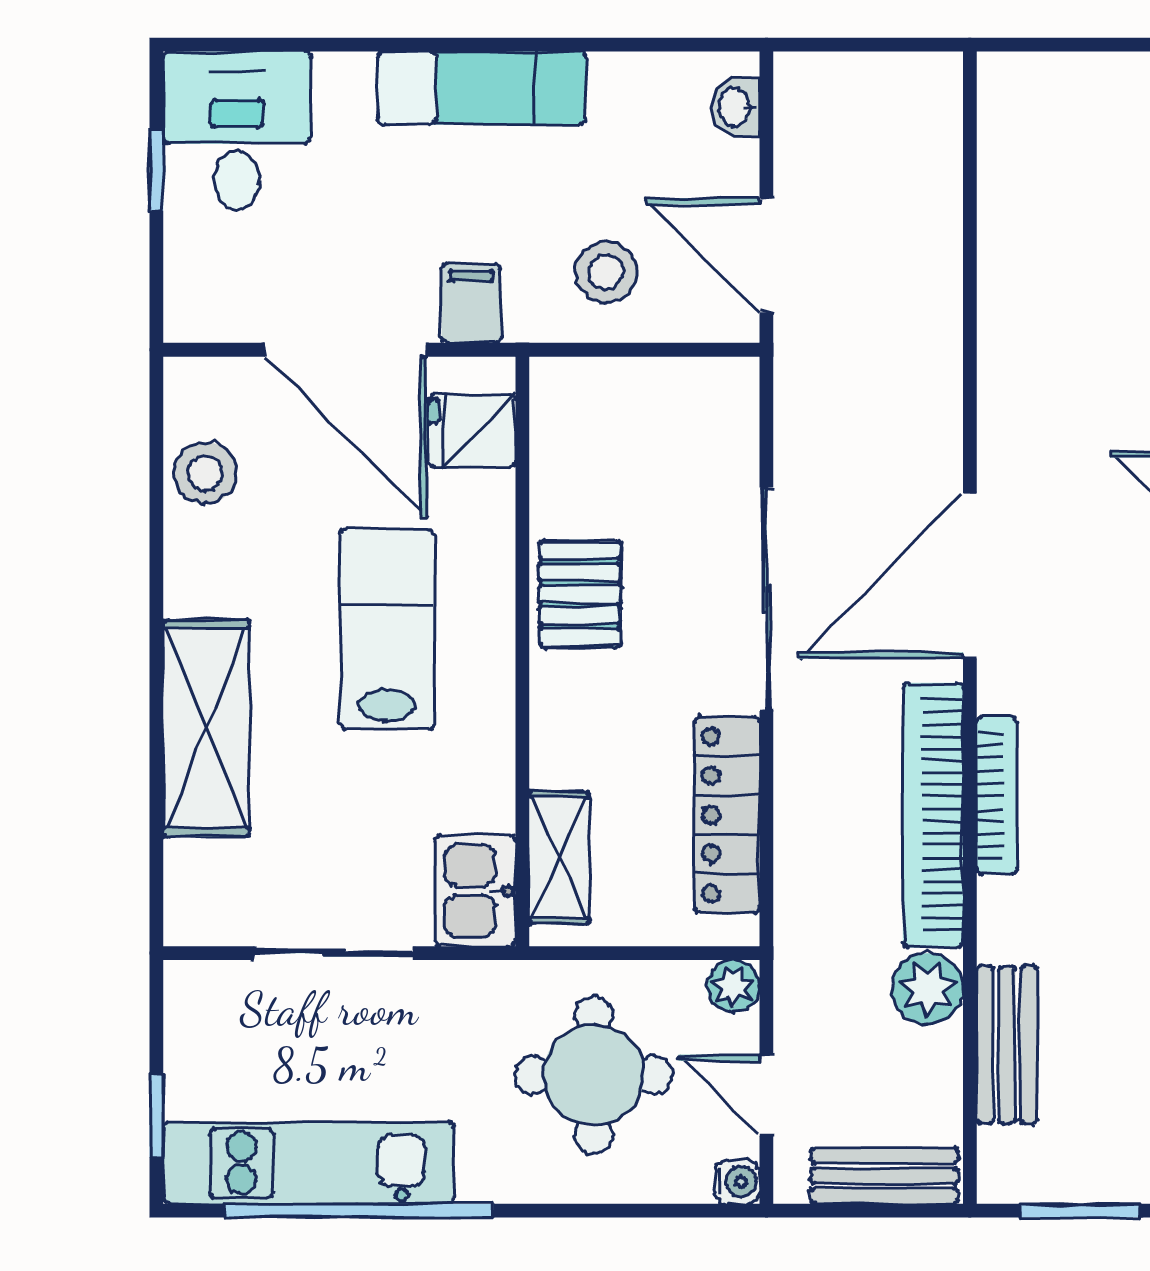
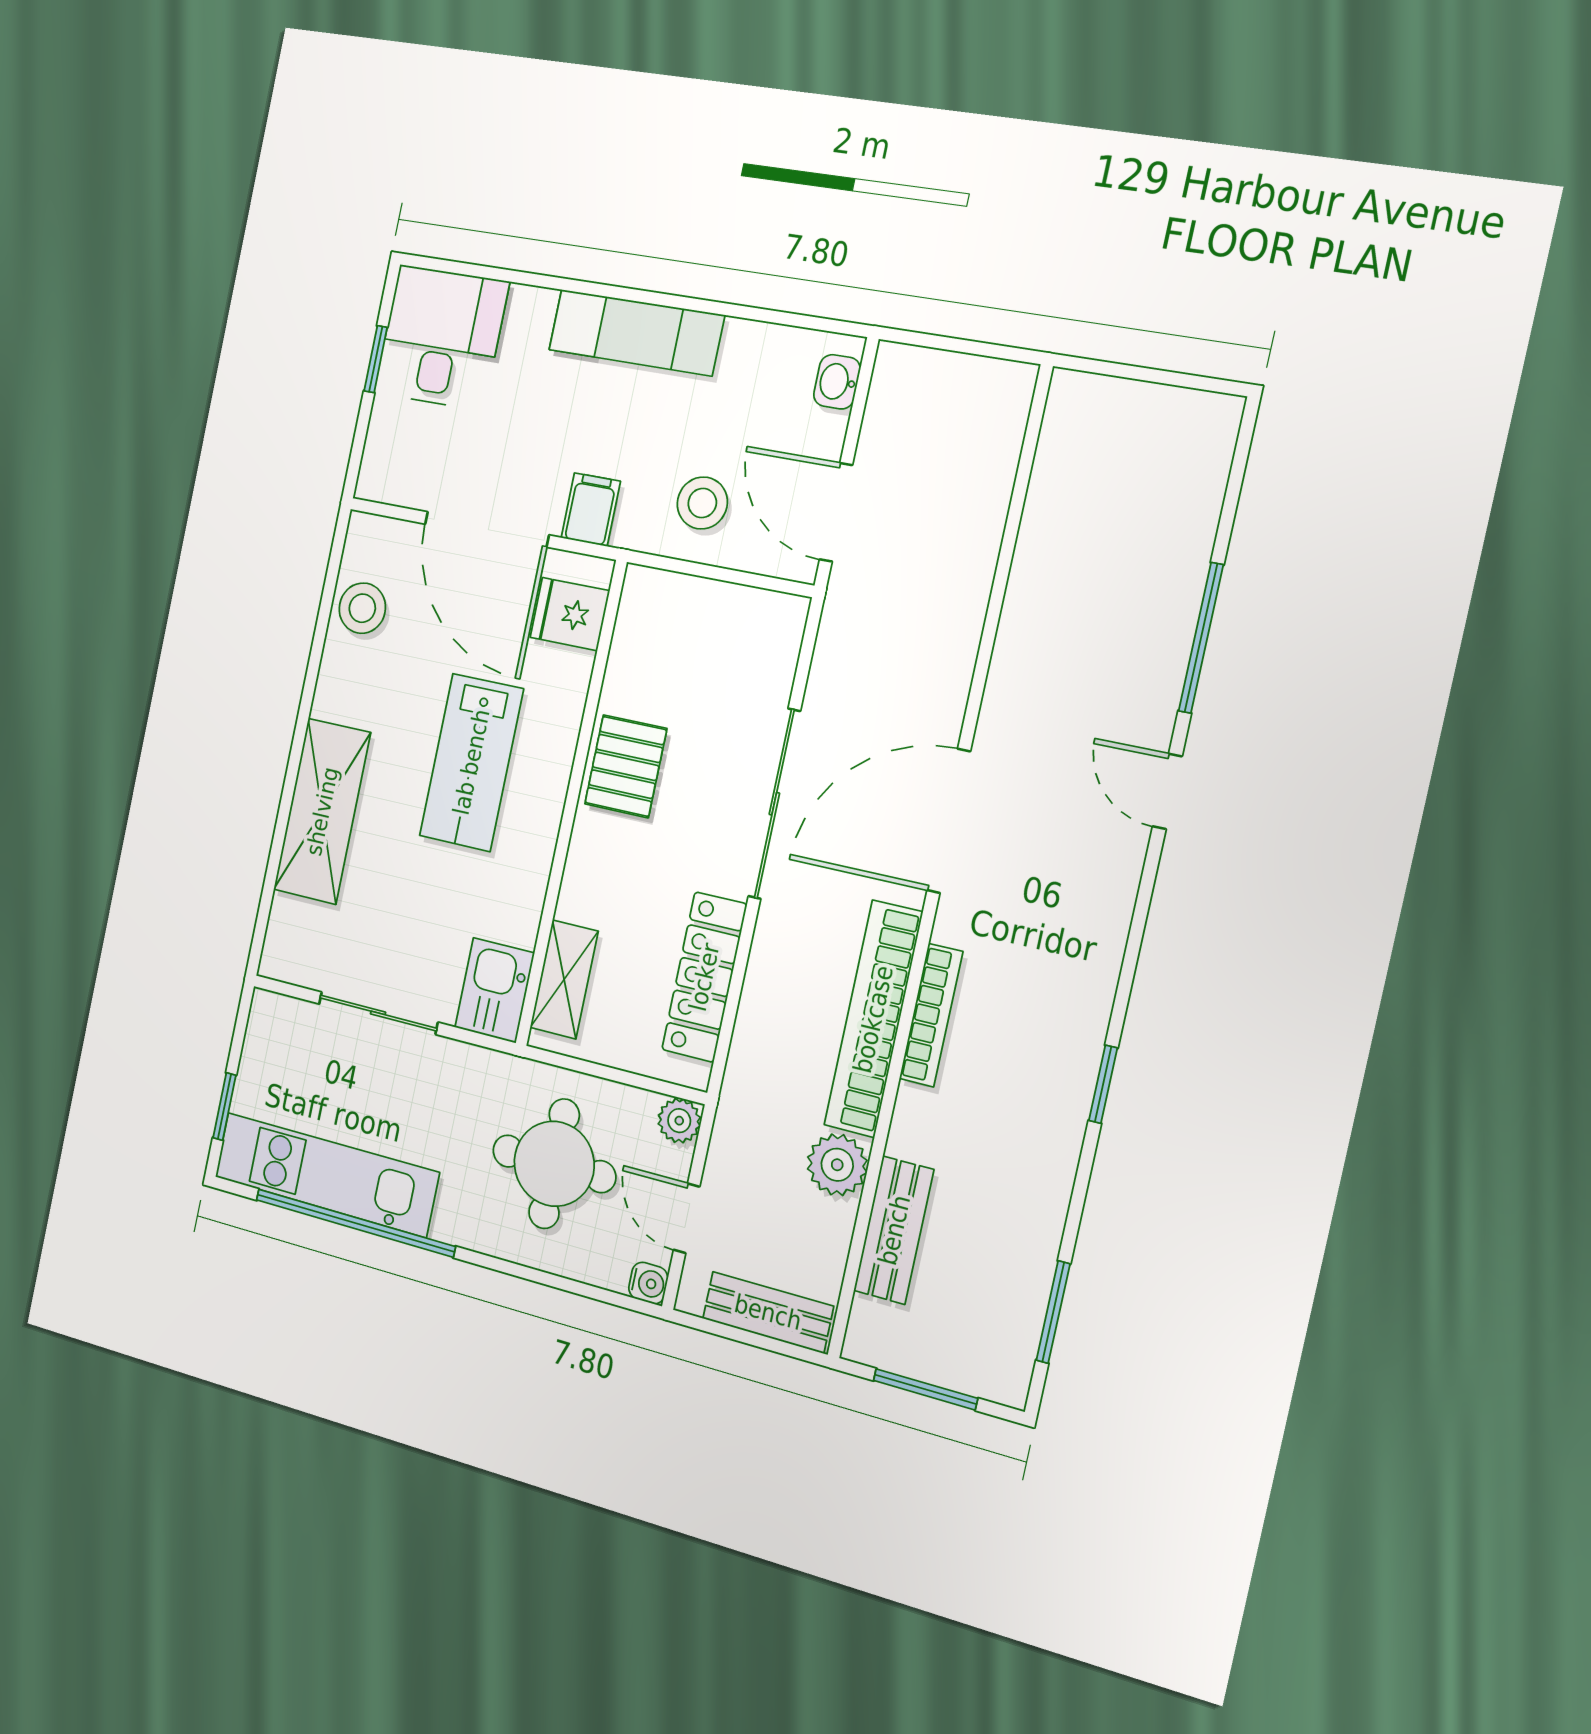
lab bench: (387, 629) -> (471, 762), turned 180

